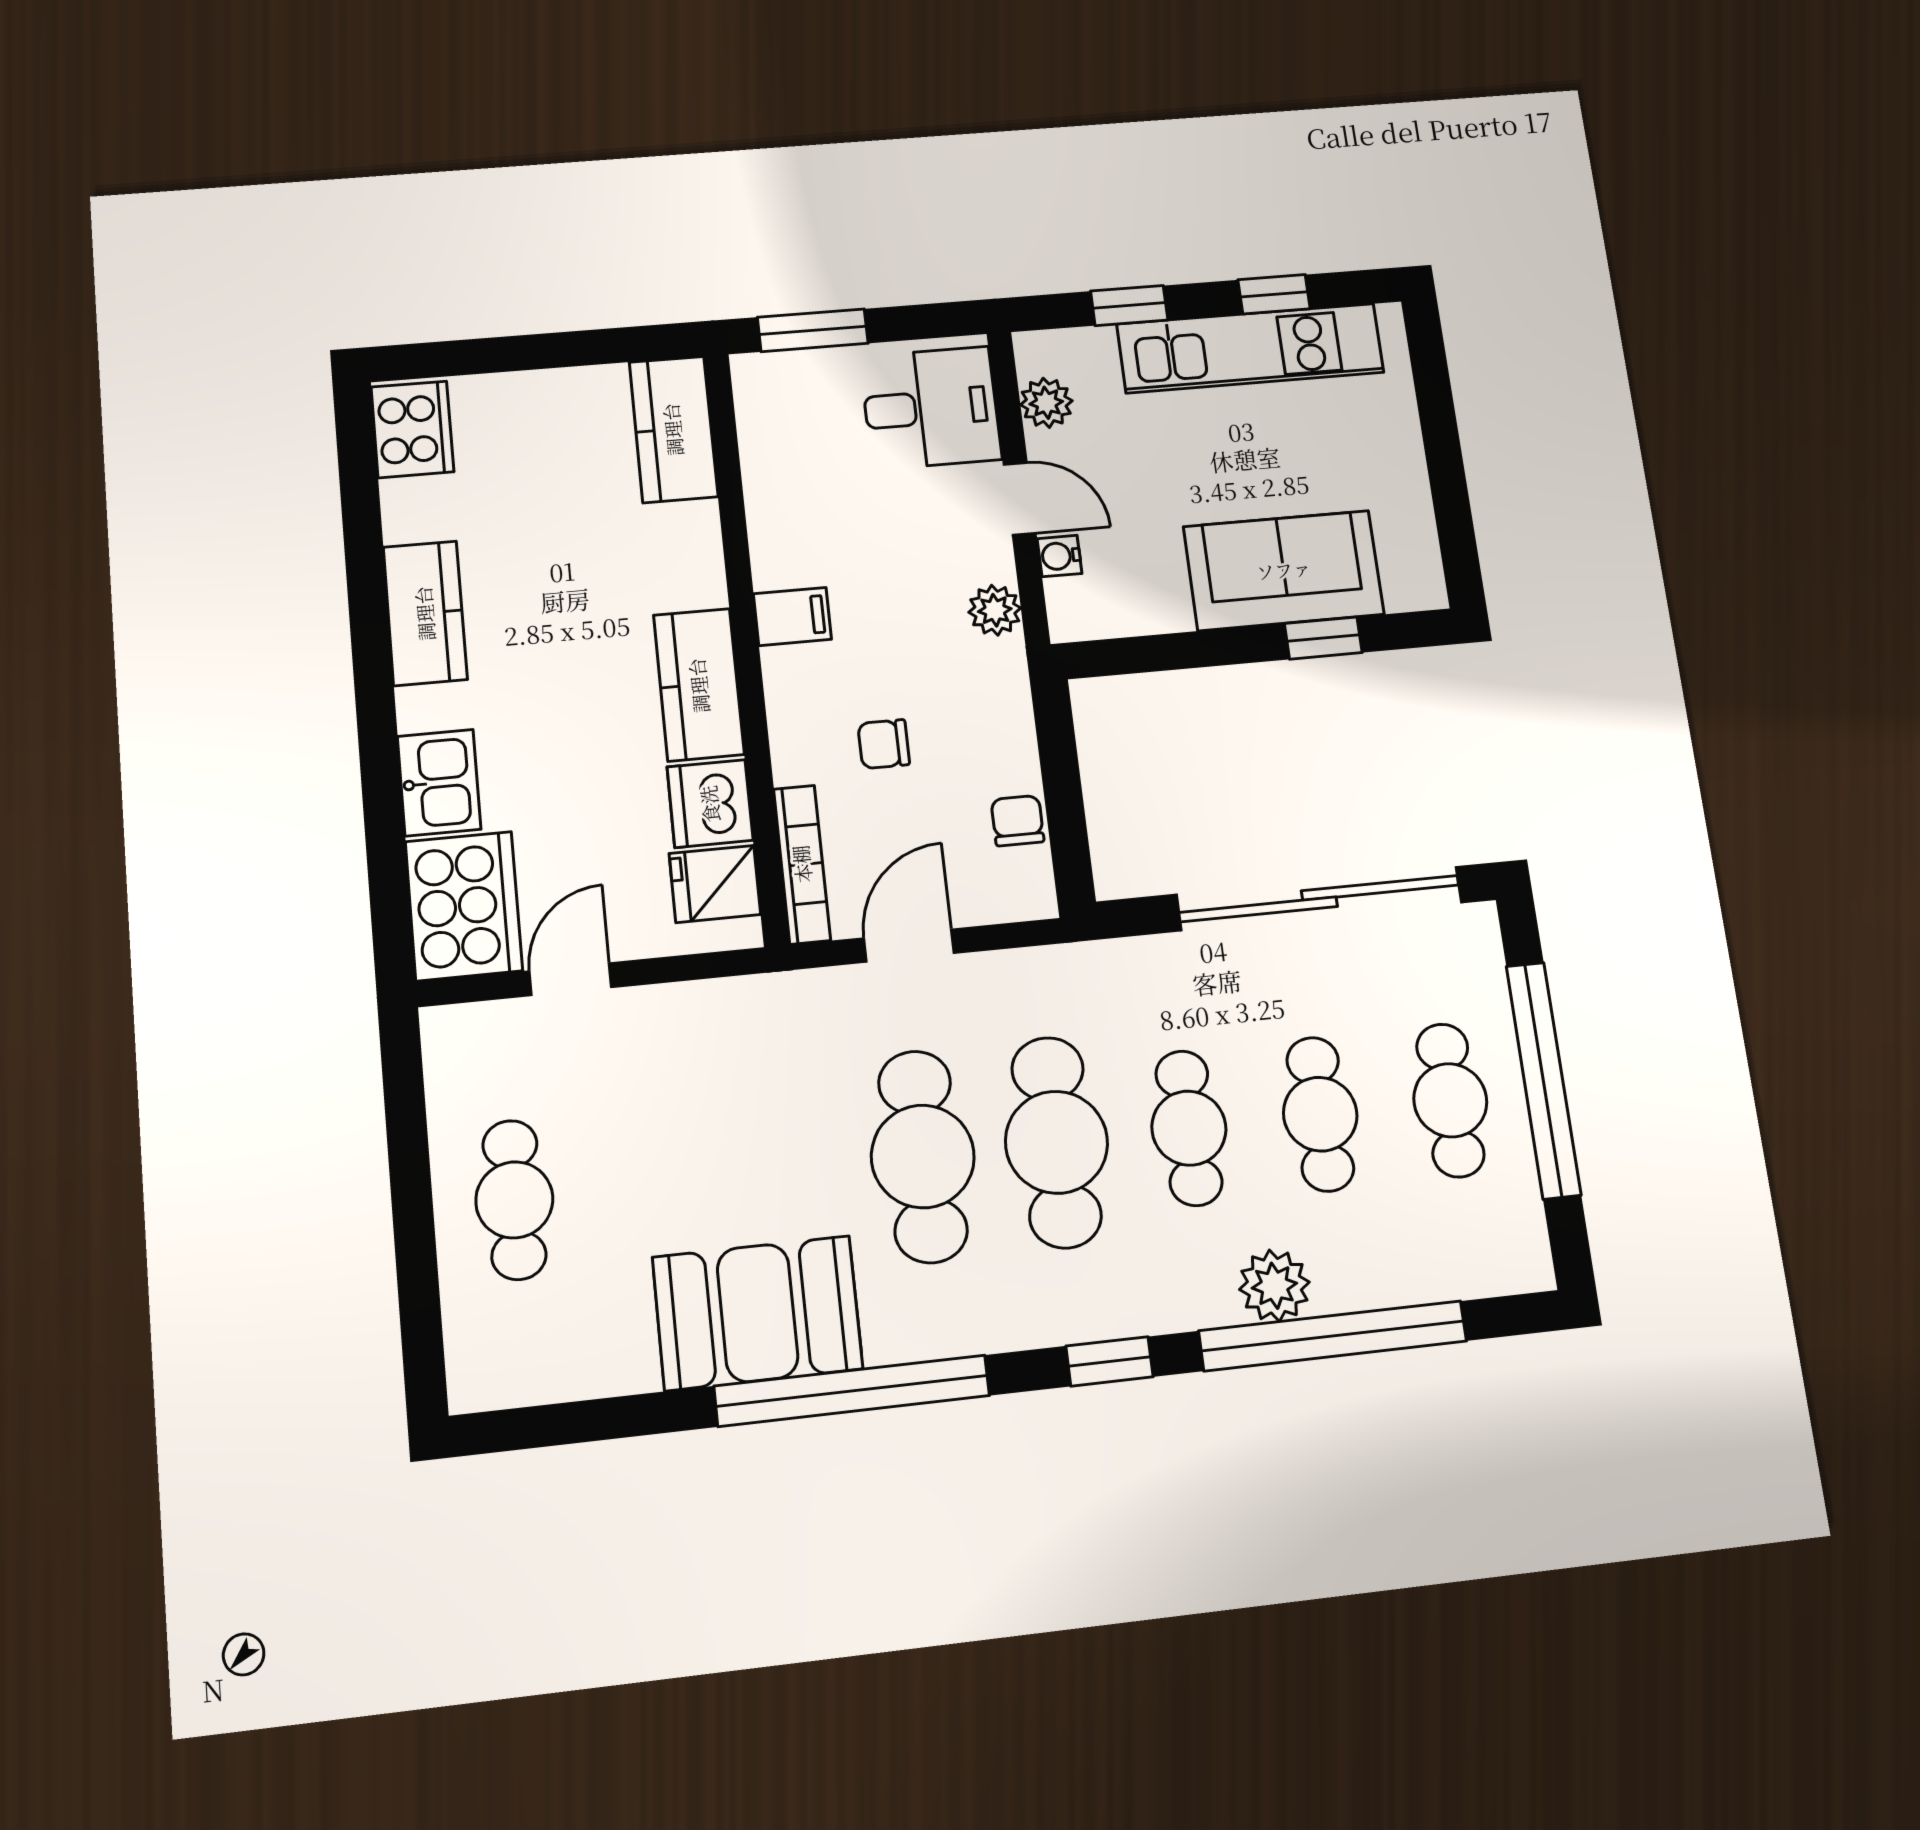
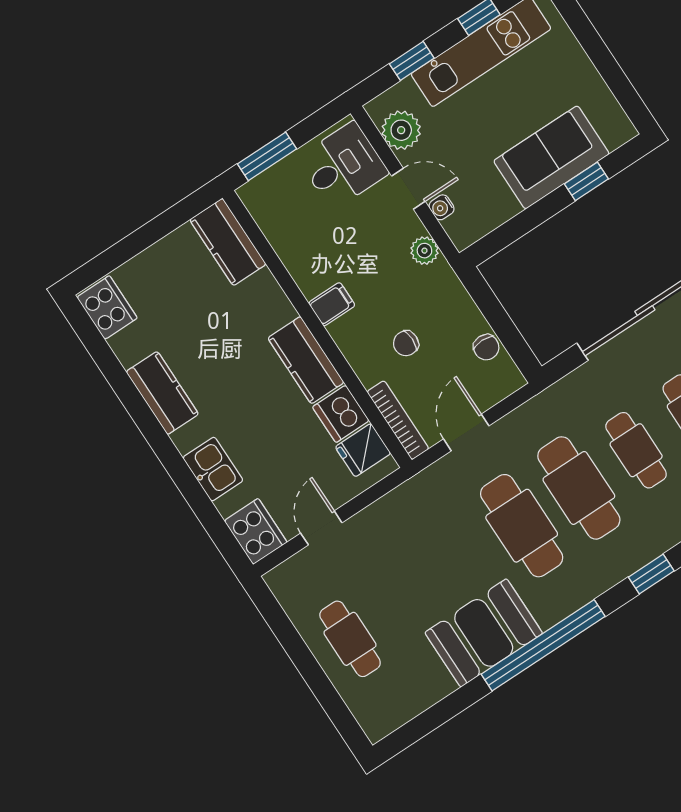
plant: (1046, 403) -> (401, 130), width x1.38, depth x1.38
chair: (1017, 821) -> (486, 347), turned 180
cooker: (464, 906) -> (256, 532), width x0.73, depth x0.76

